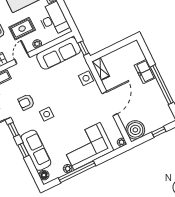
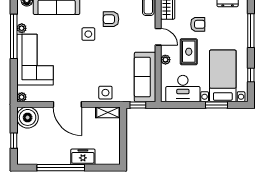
armchair: (26, 102) -> (111, 19), turned -90

